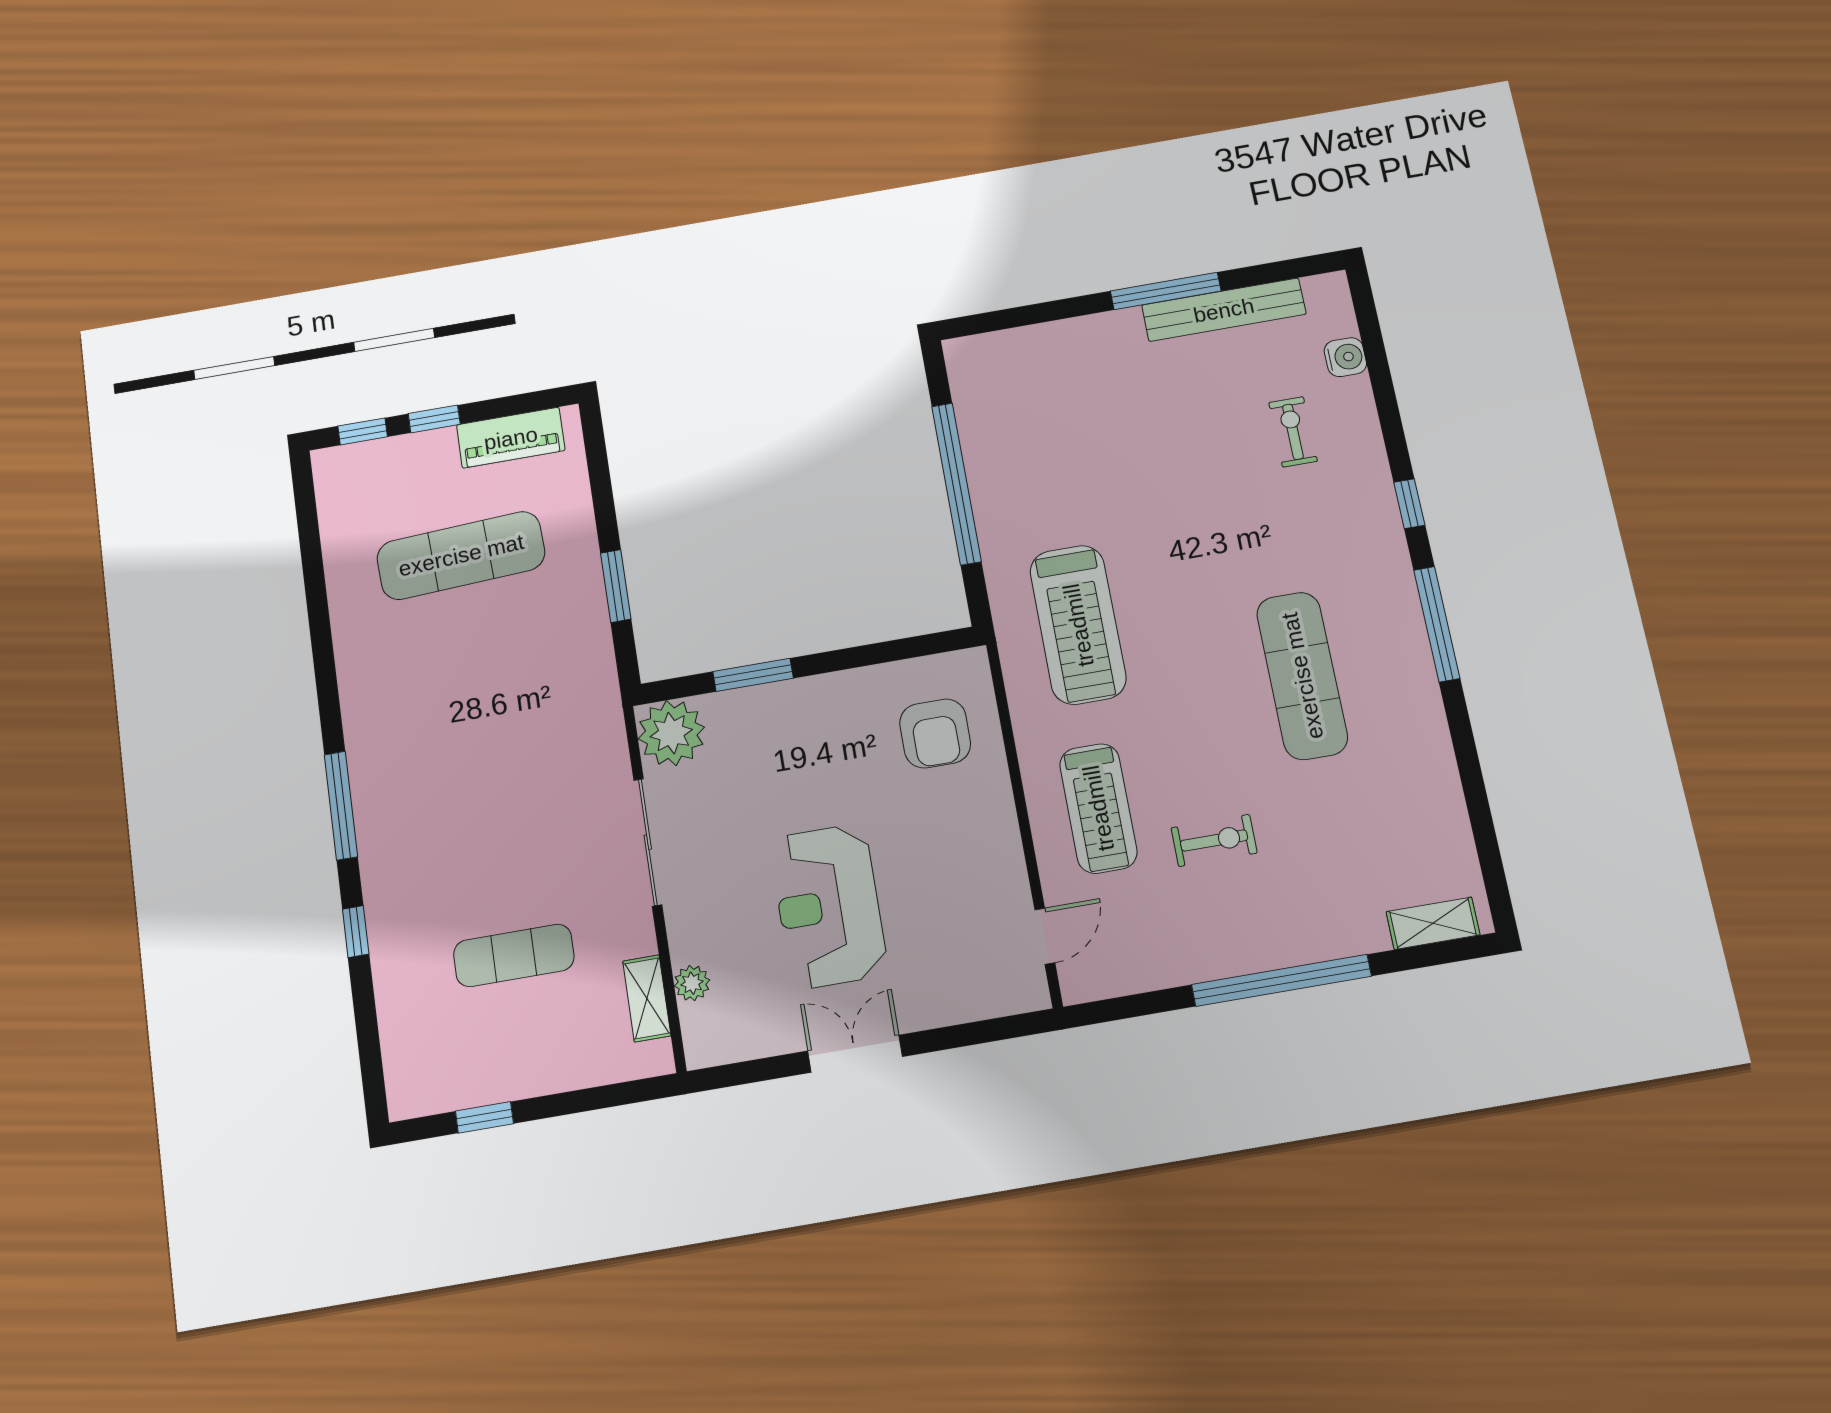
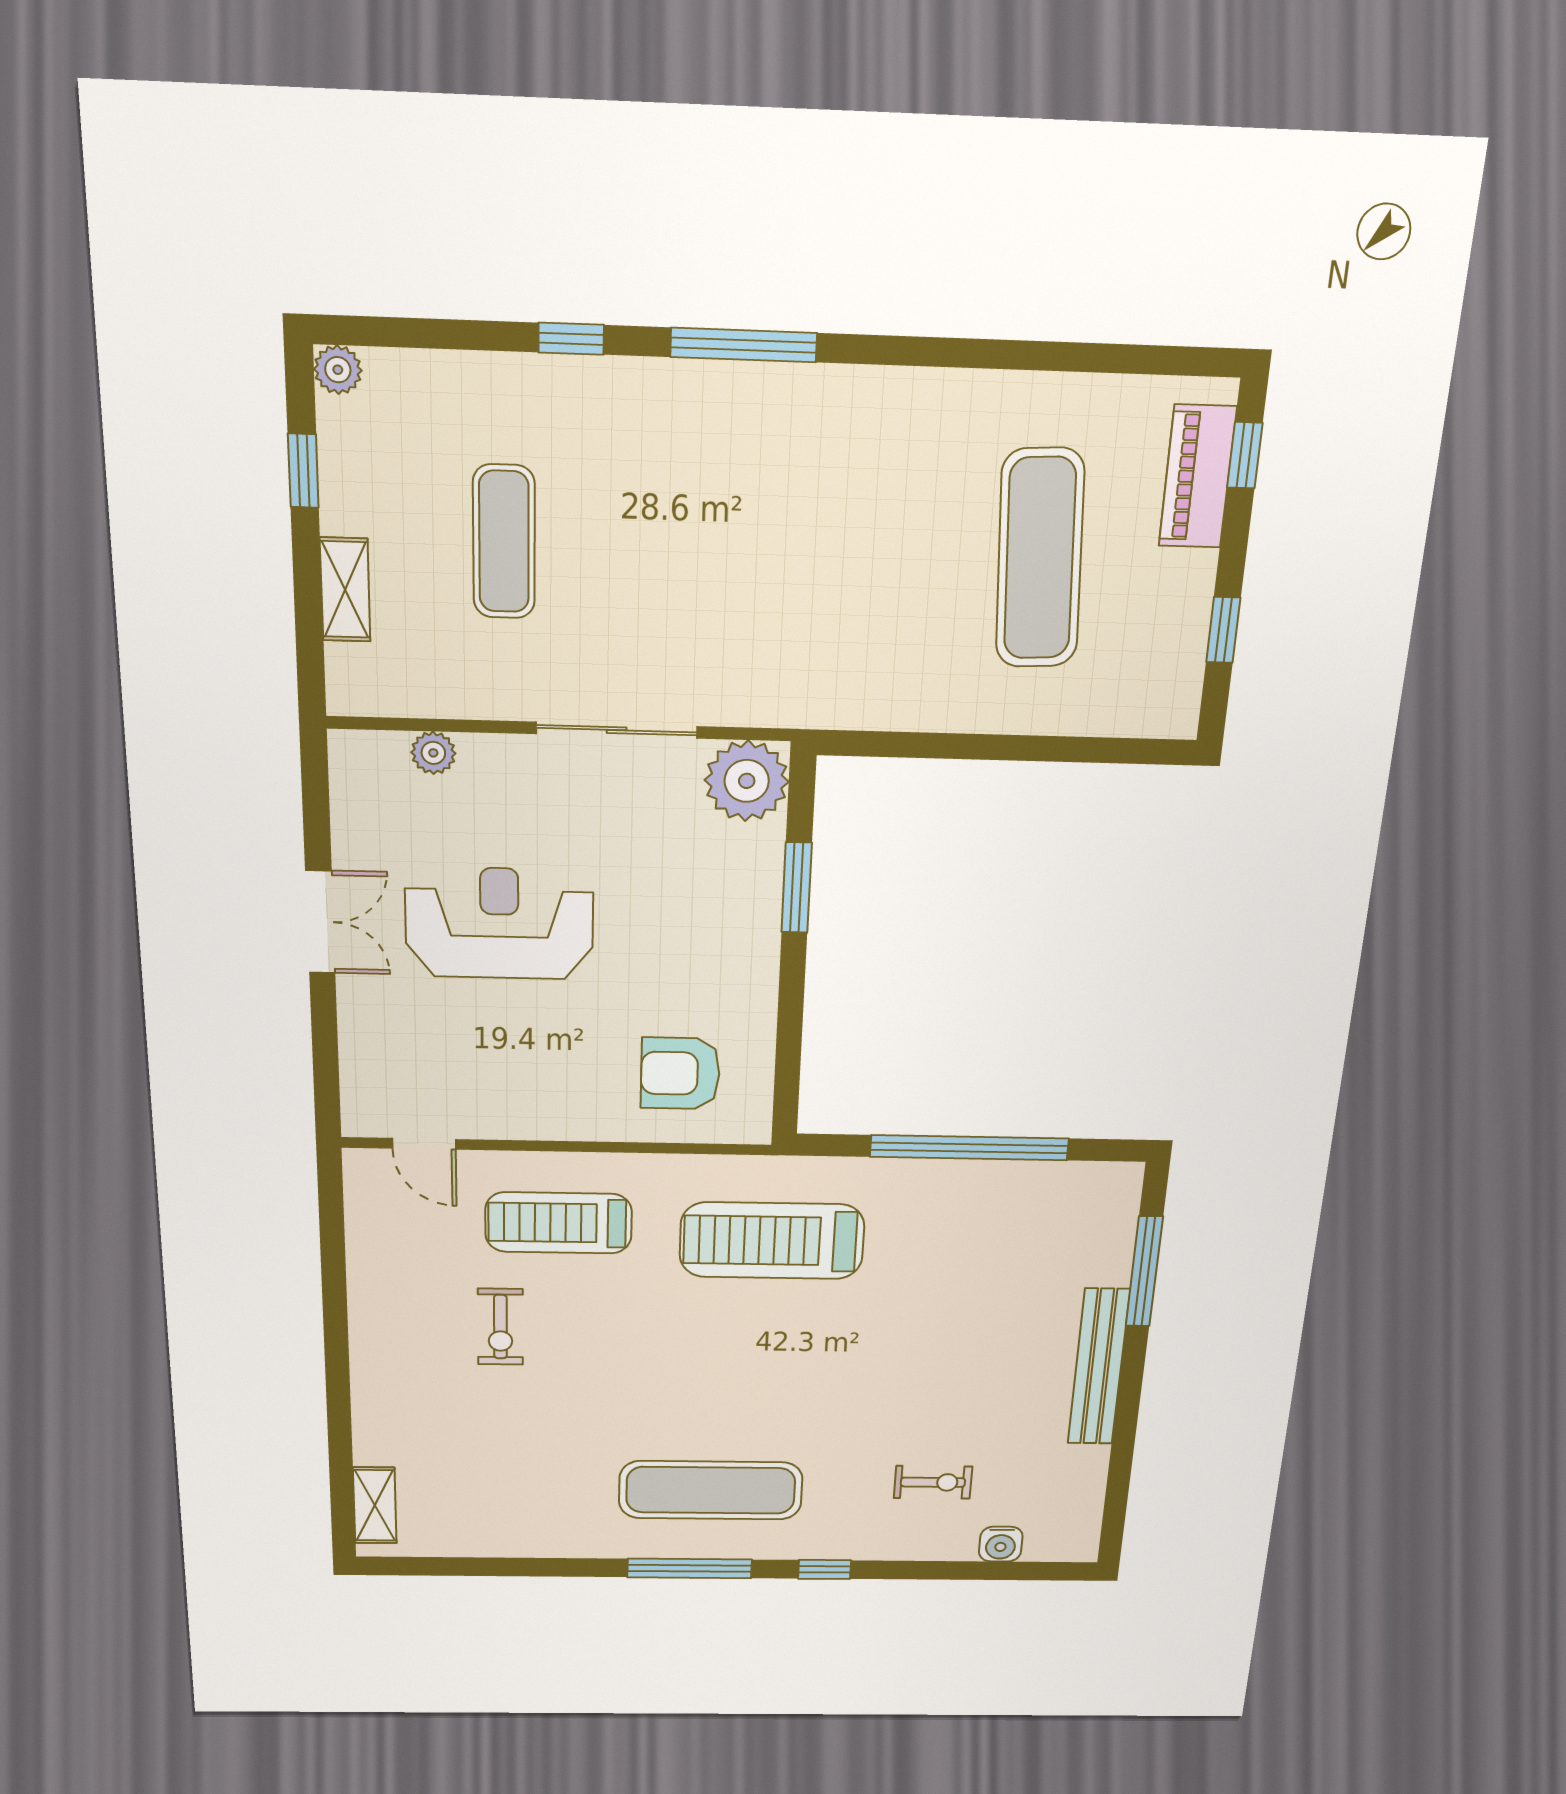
window: (1166, 291) -> (1144, 1272), moved
bench: (1224, 310) -> (1099, 1367), moved
window: (434, 419) -> (1223, 630), moved
piano: (511, 438) -> (1198, 477), moved
window: (616, 586) -> (948, 746), removed
exercise mat: (1302, 676) -> (711, 1490), moved
window: (1281, 980) -> (337, 1360), removed
shelving: (647, 998) -> (345, 590), moved, turned 90
plant: (405, 1101) -> (338, 370), added

